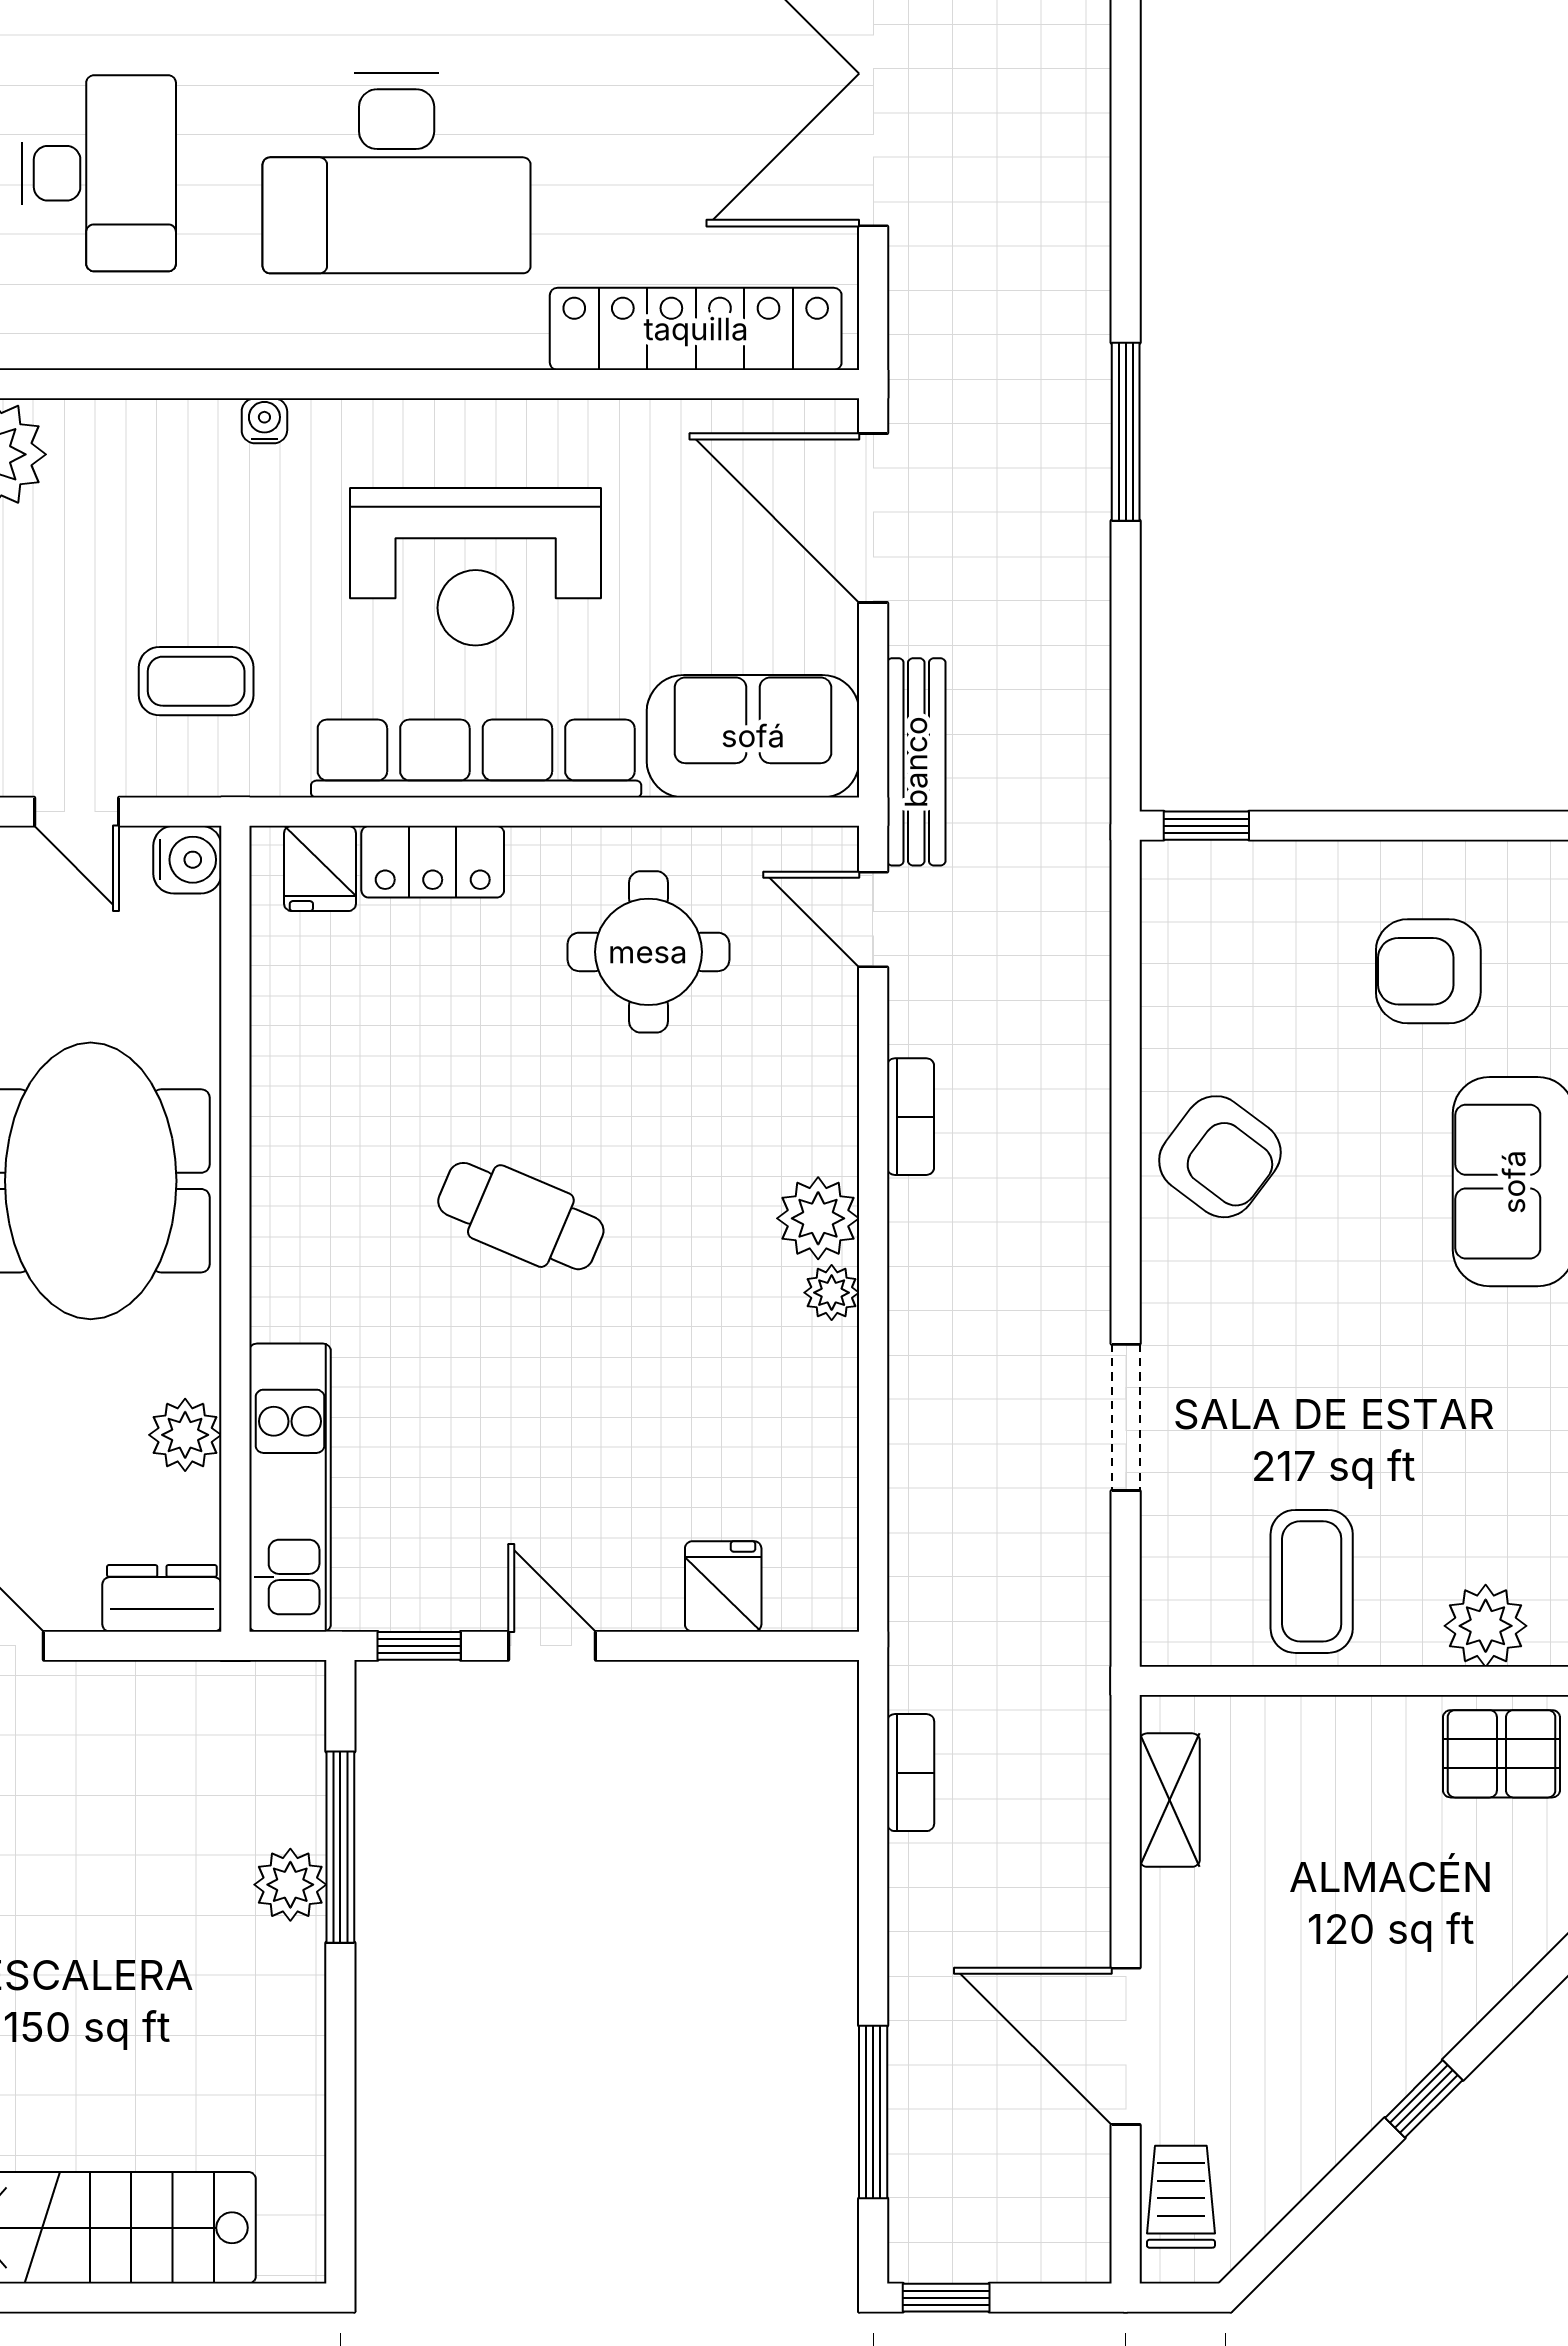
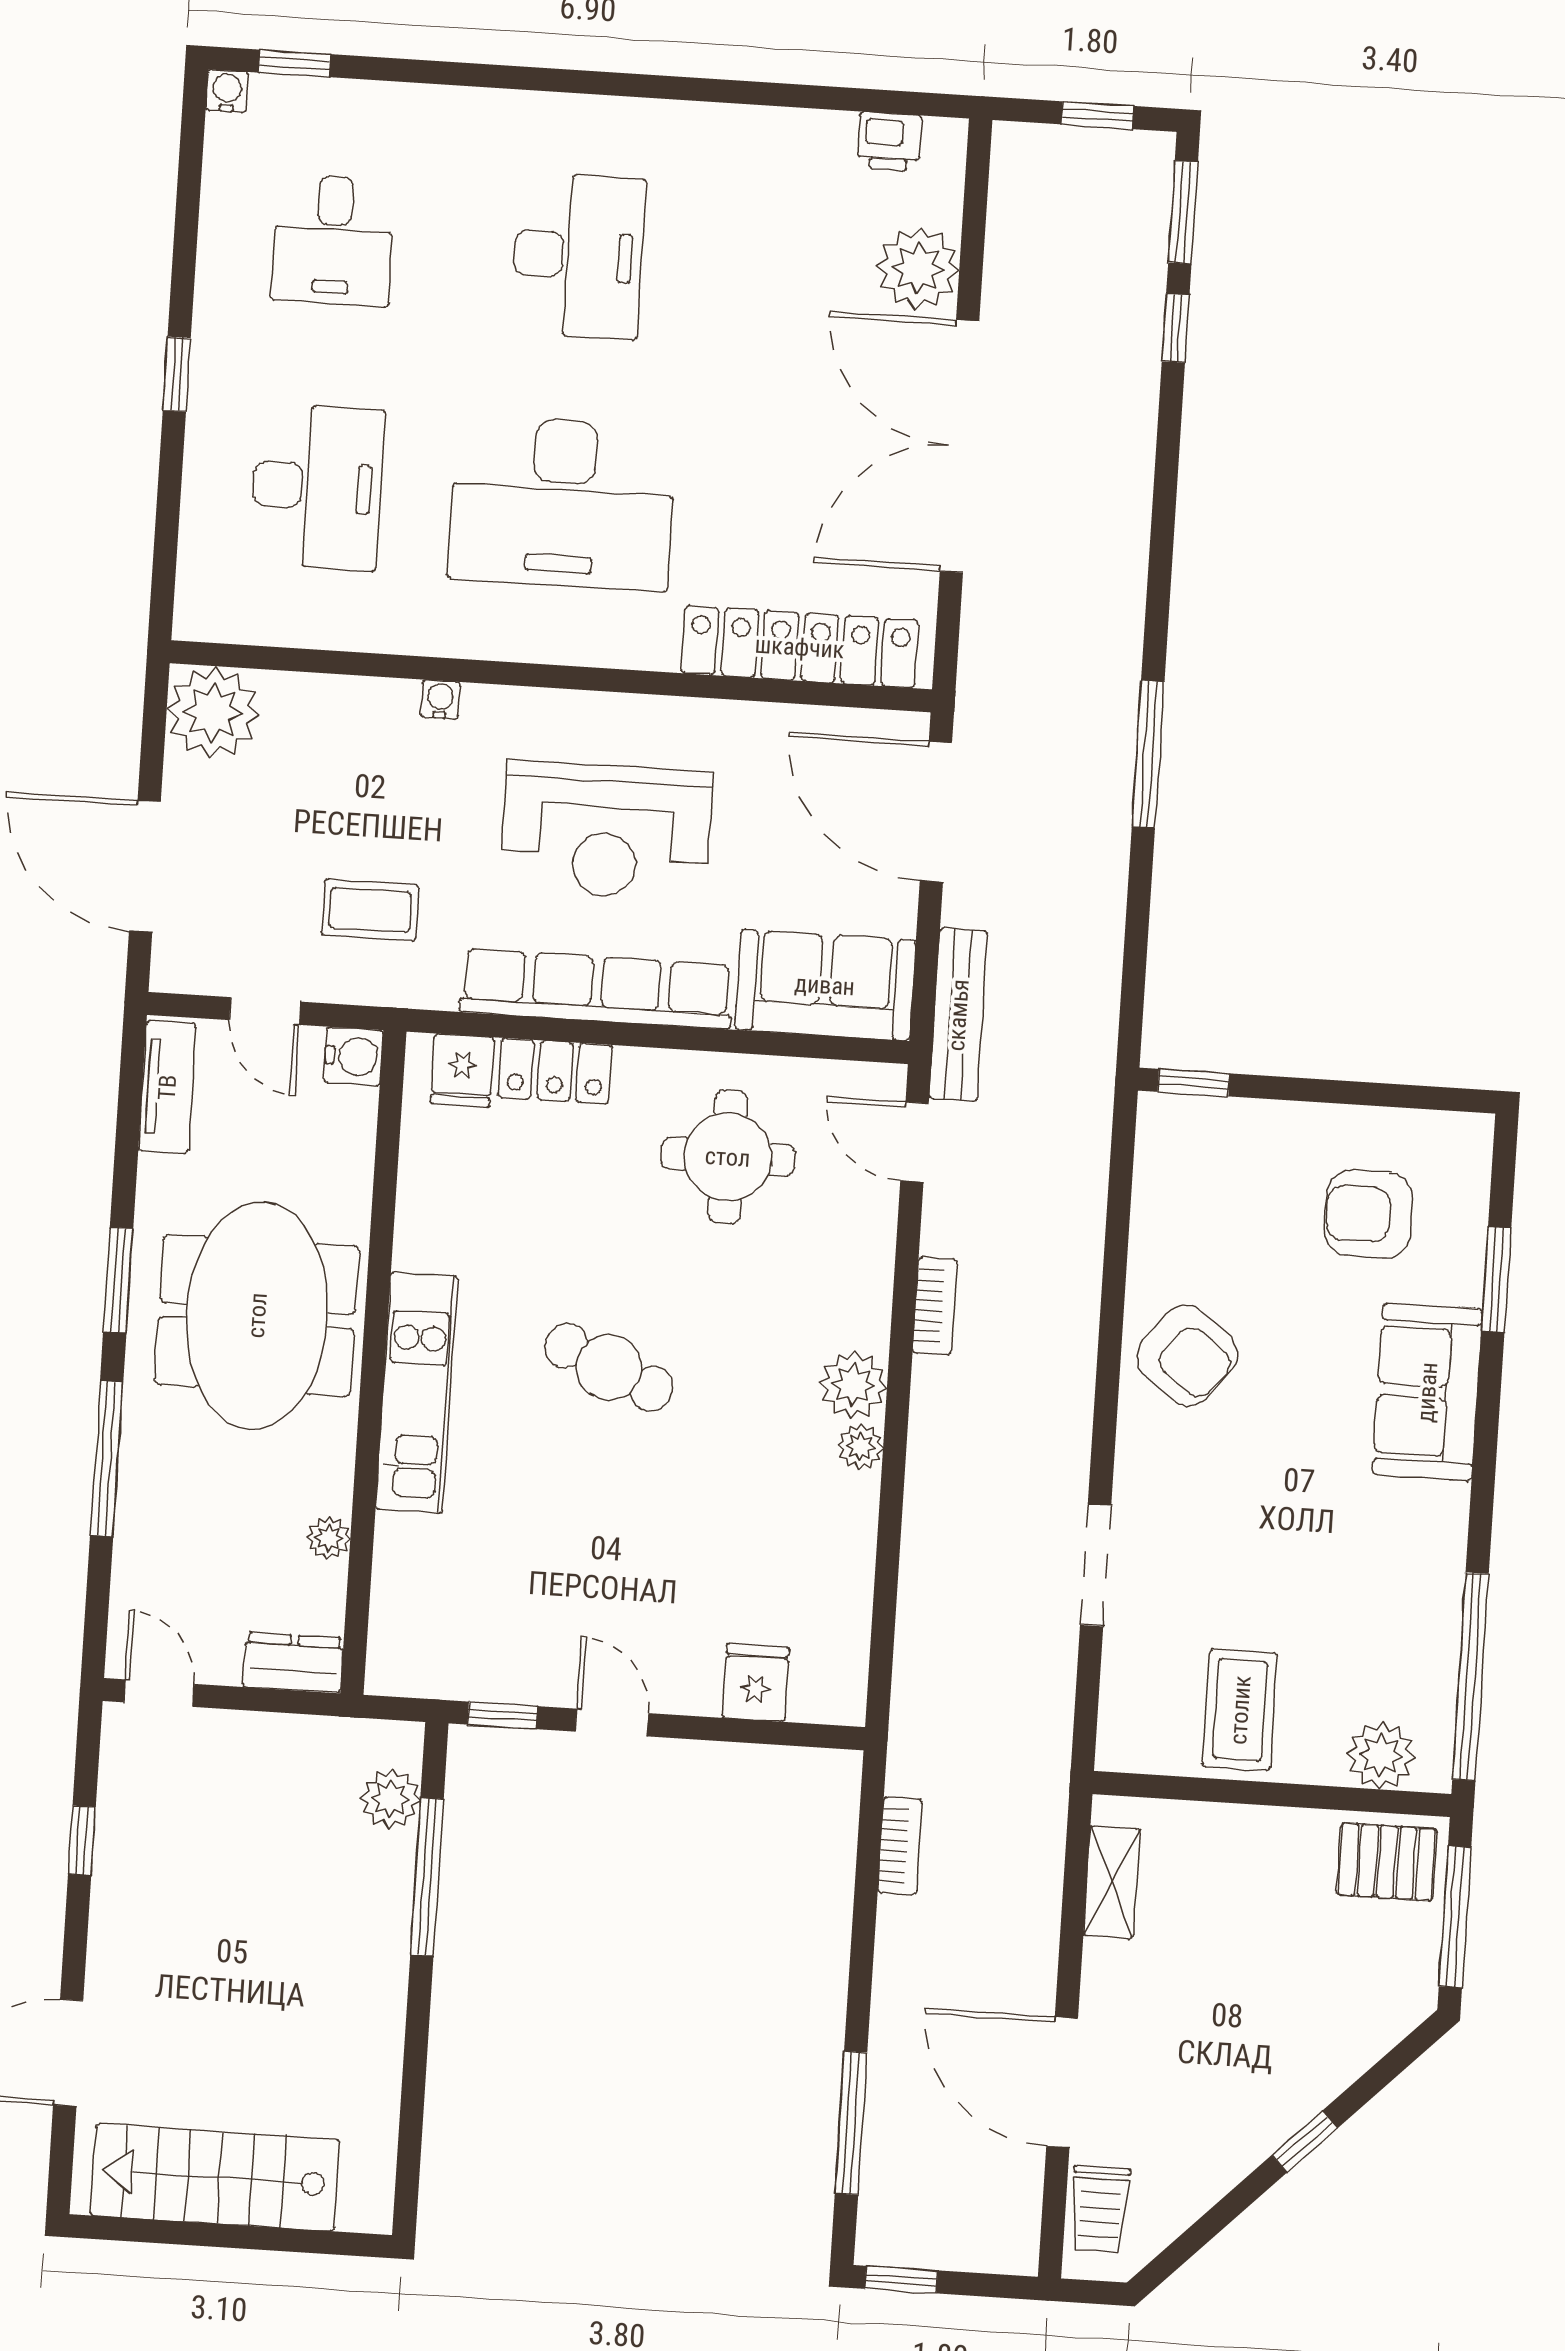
plant: (185, 1435) -> (329, 1538), width x0.73, depth x0.73
kitchen unit: (290, 1488) -> (417, 1393), moved
plant: (290, 1885) -> (391, 1799), moved
trolley: (1181, 2197) -> (1100, 2209), turned 180

